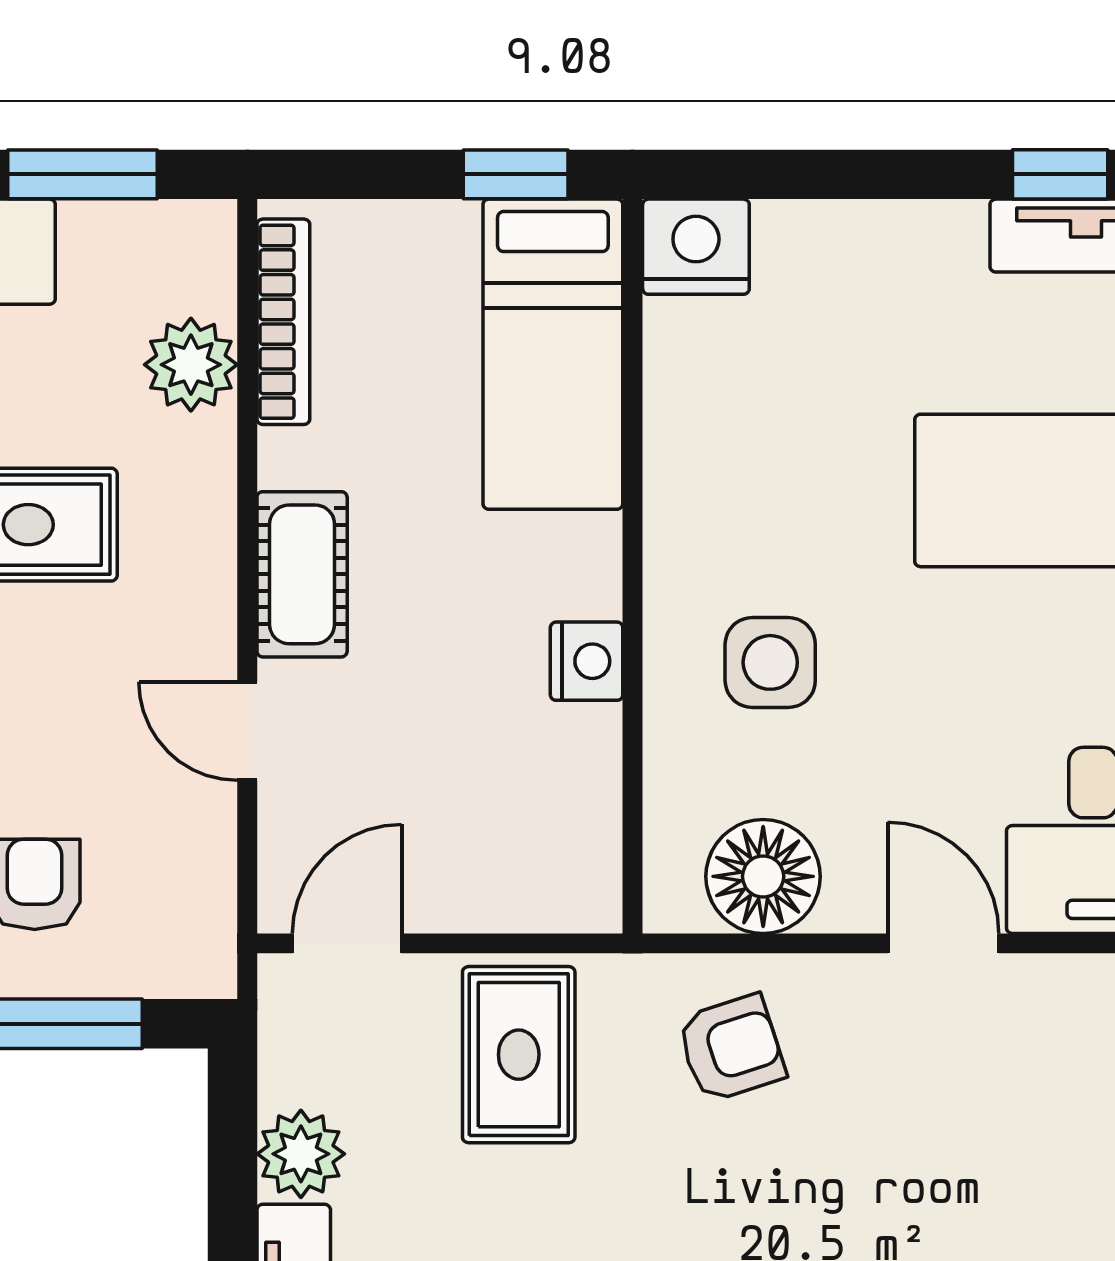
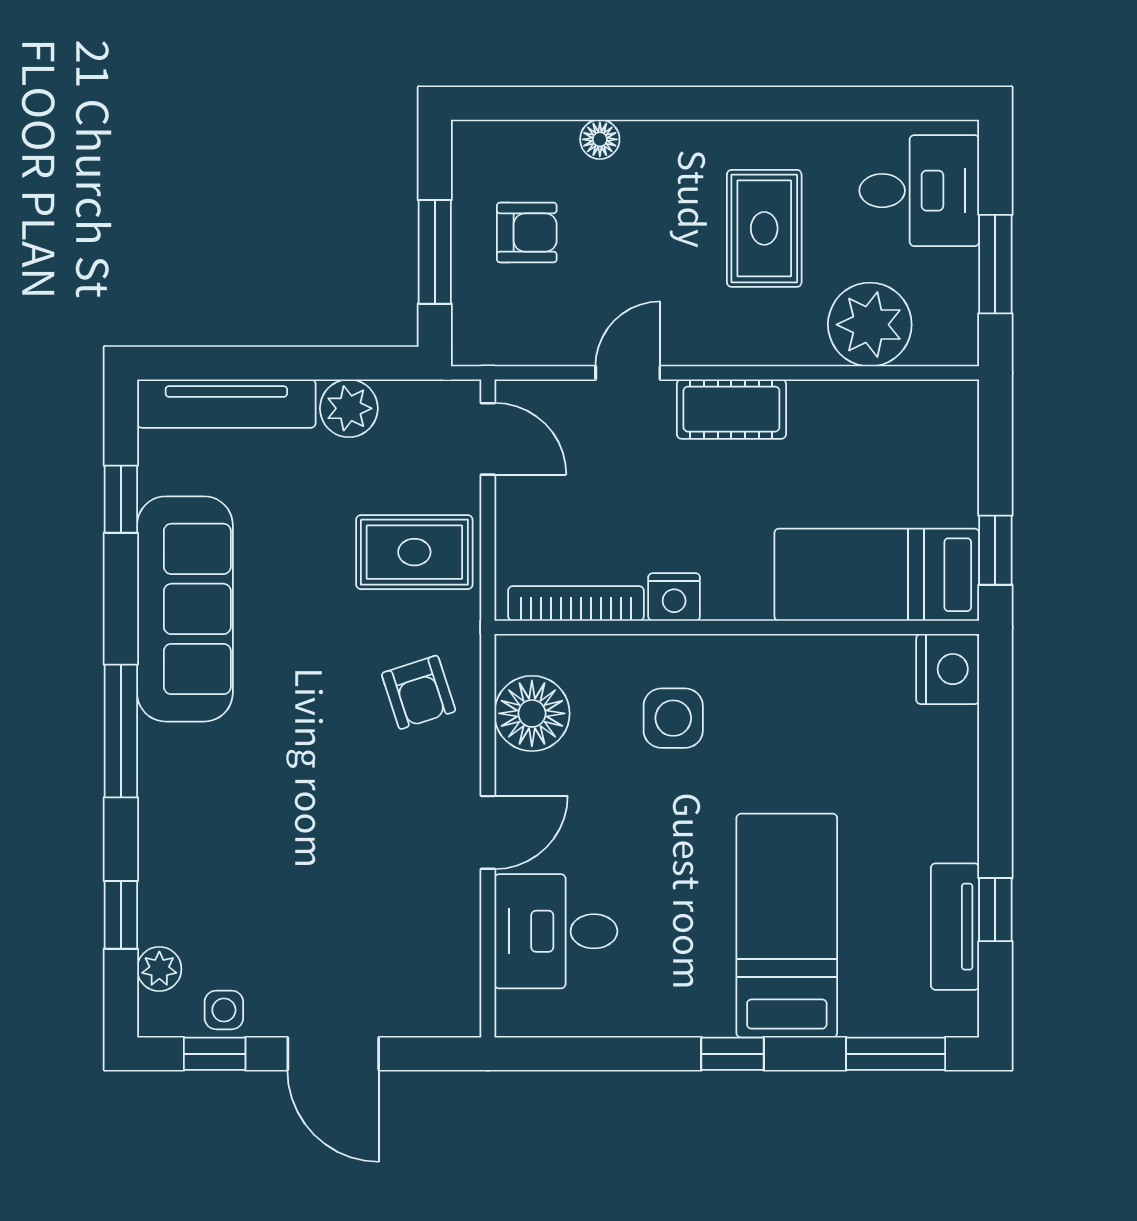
bookcase: (283, 322) -> (576, 603), moved, turned 180
plant: (191, 365) -> (870, 325), width x1.36, depth x1.36

